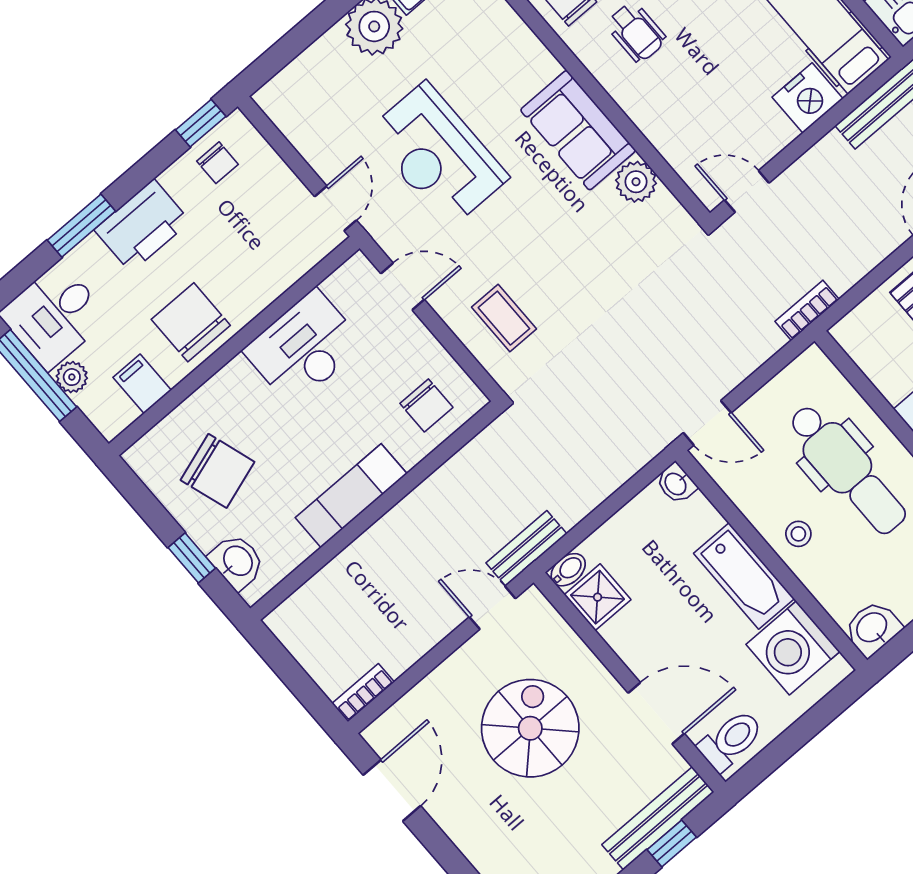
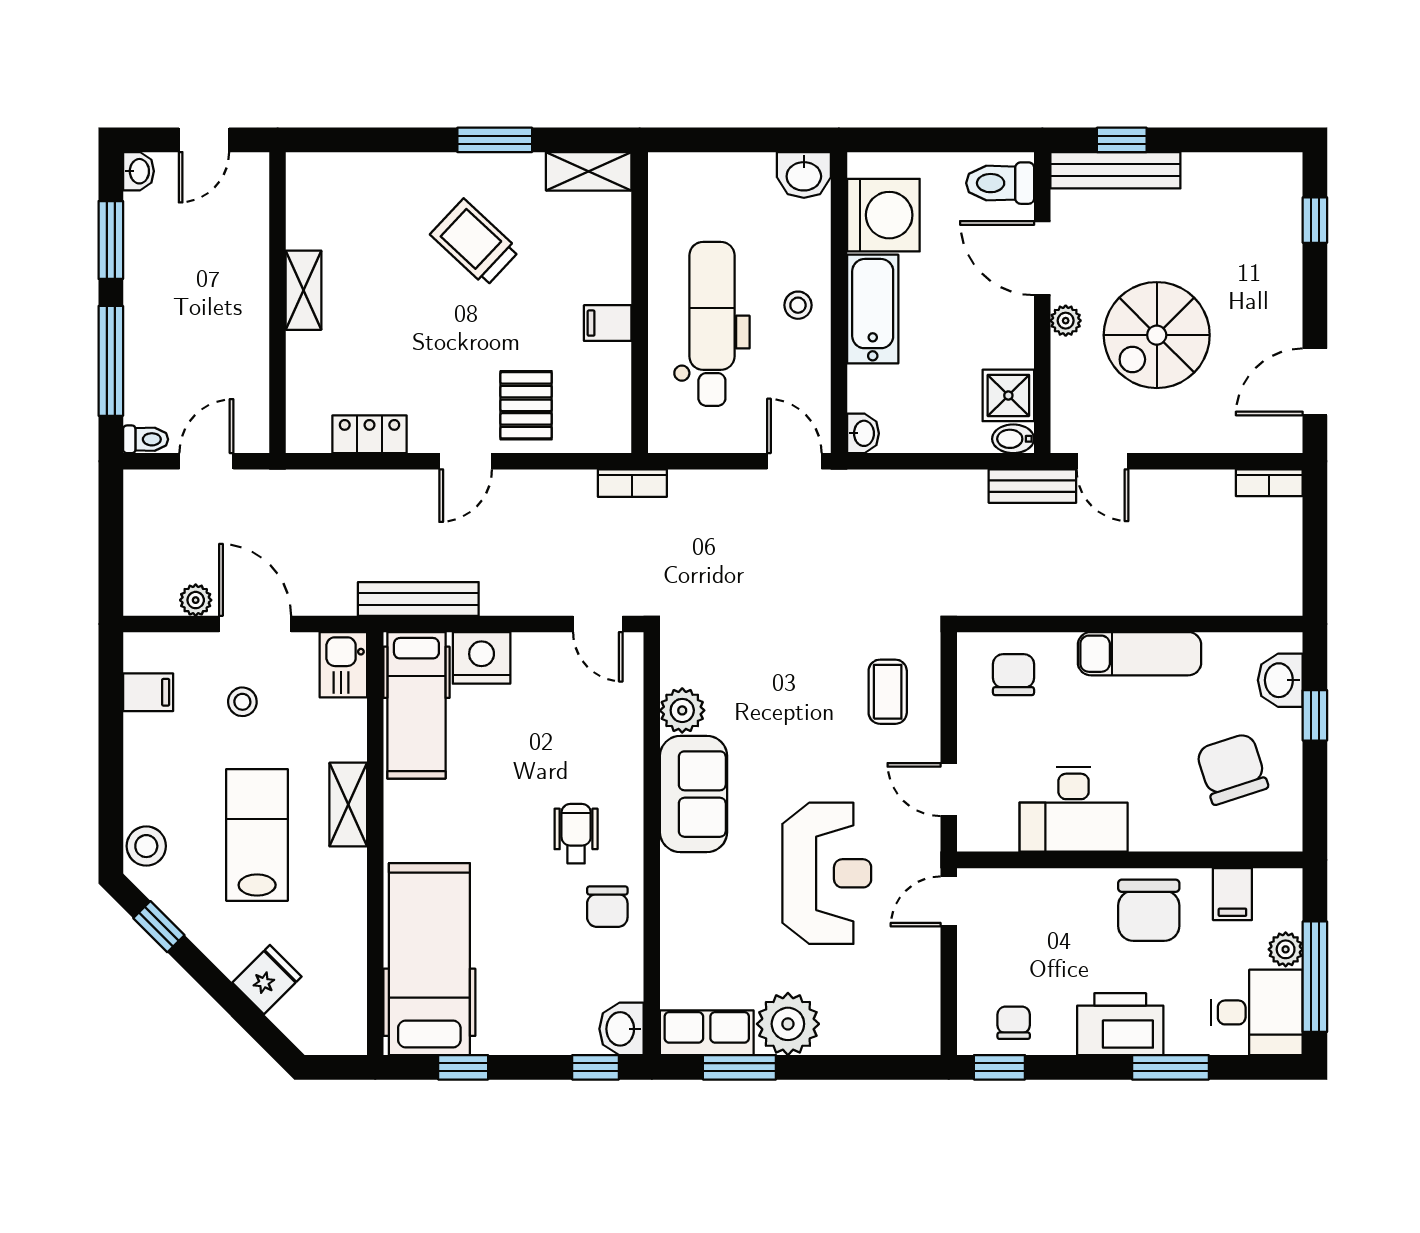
plant: (602, 684) -> (1066, 321), added

